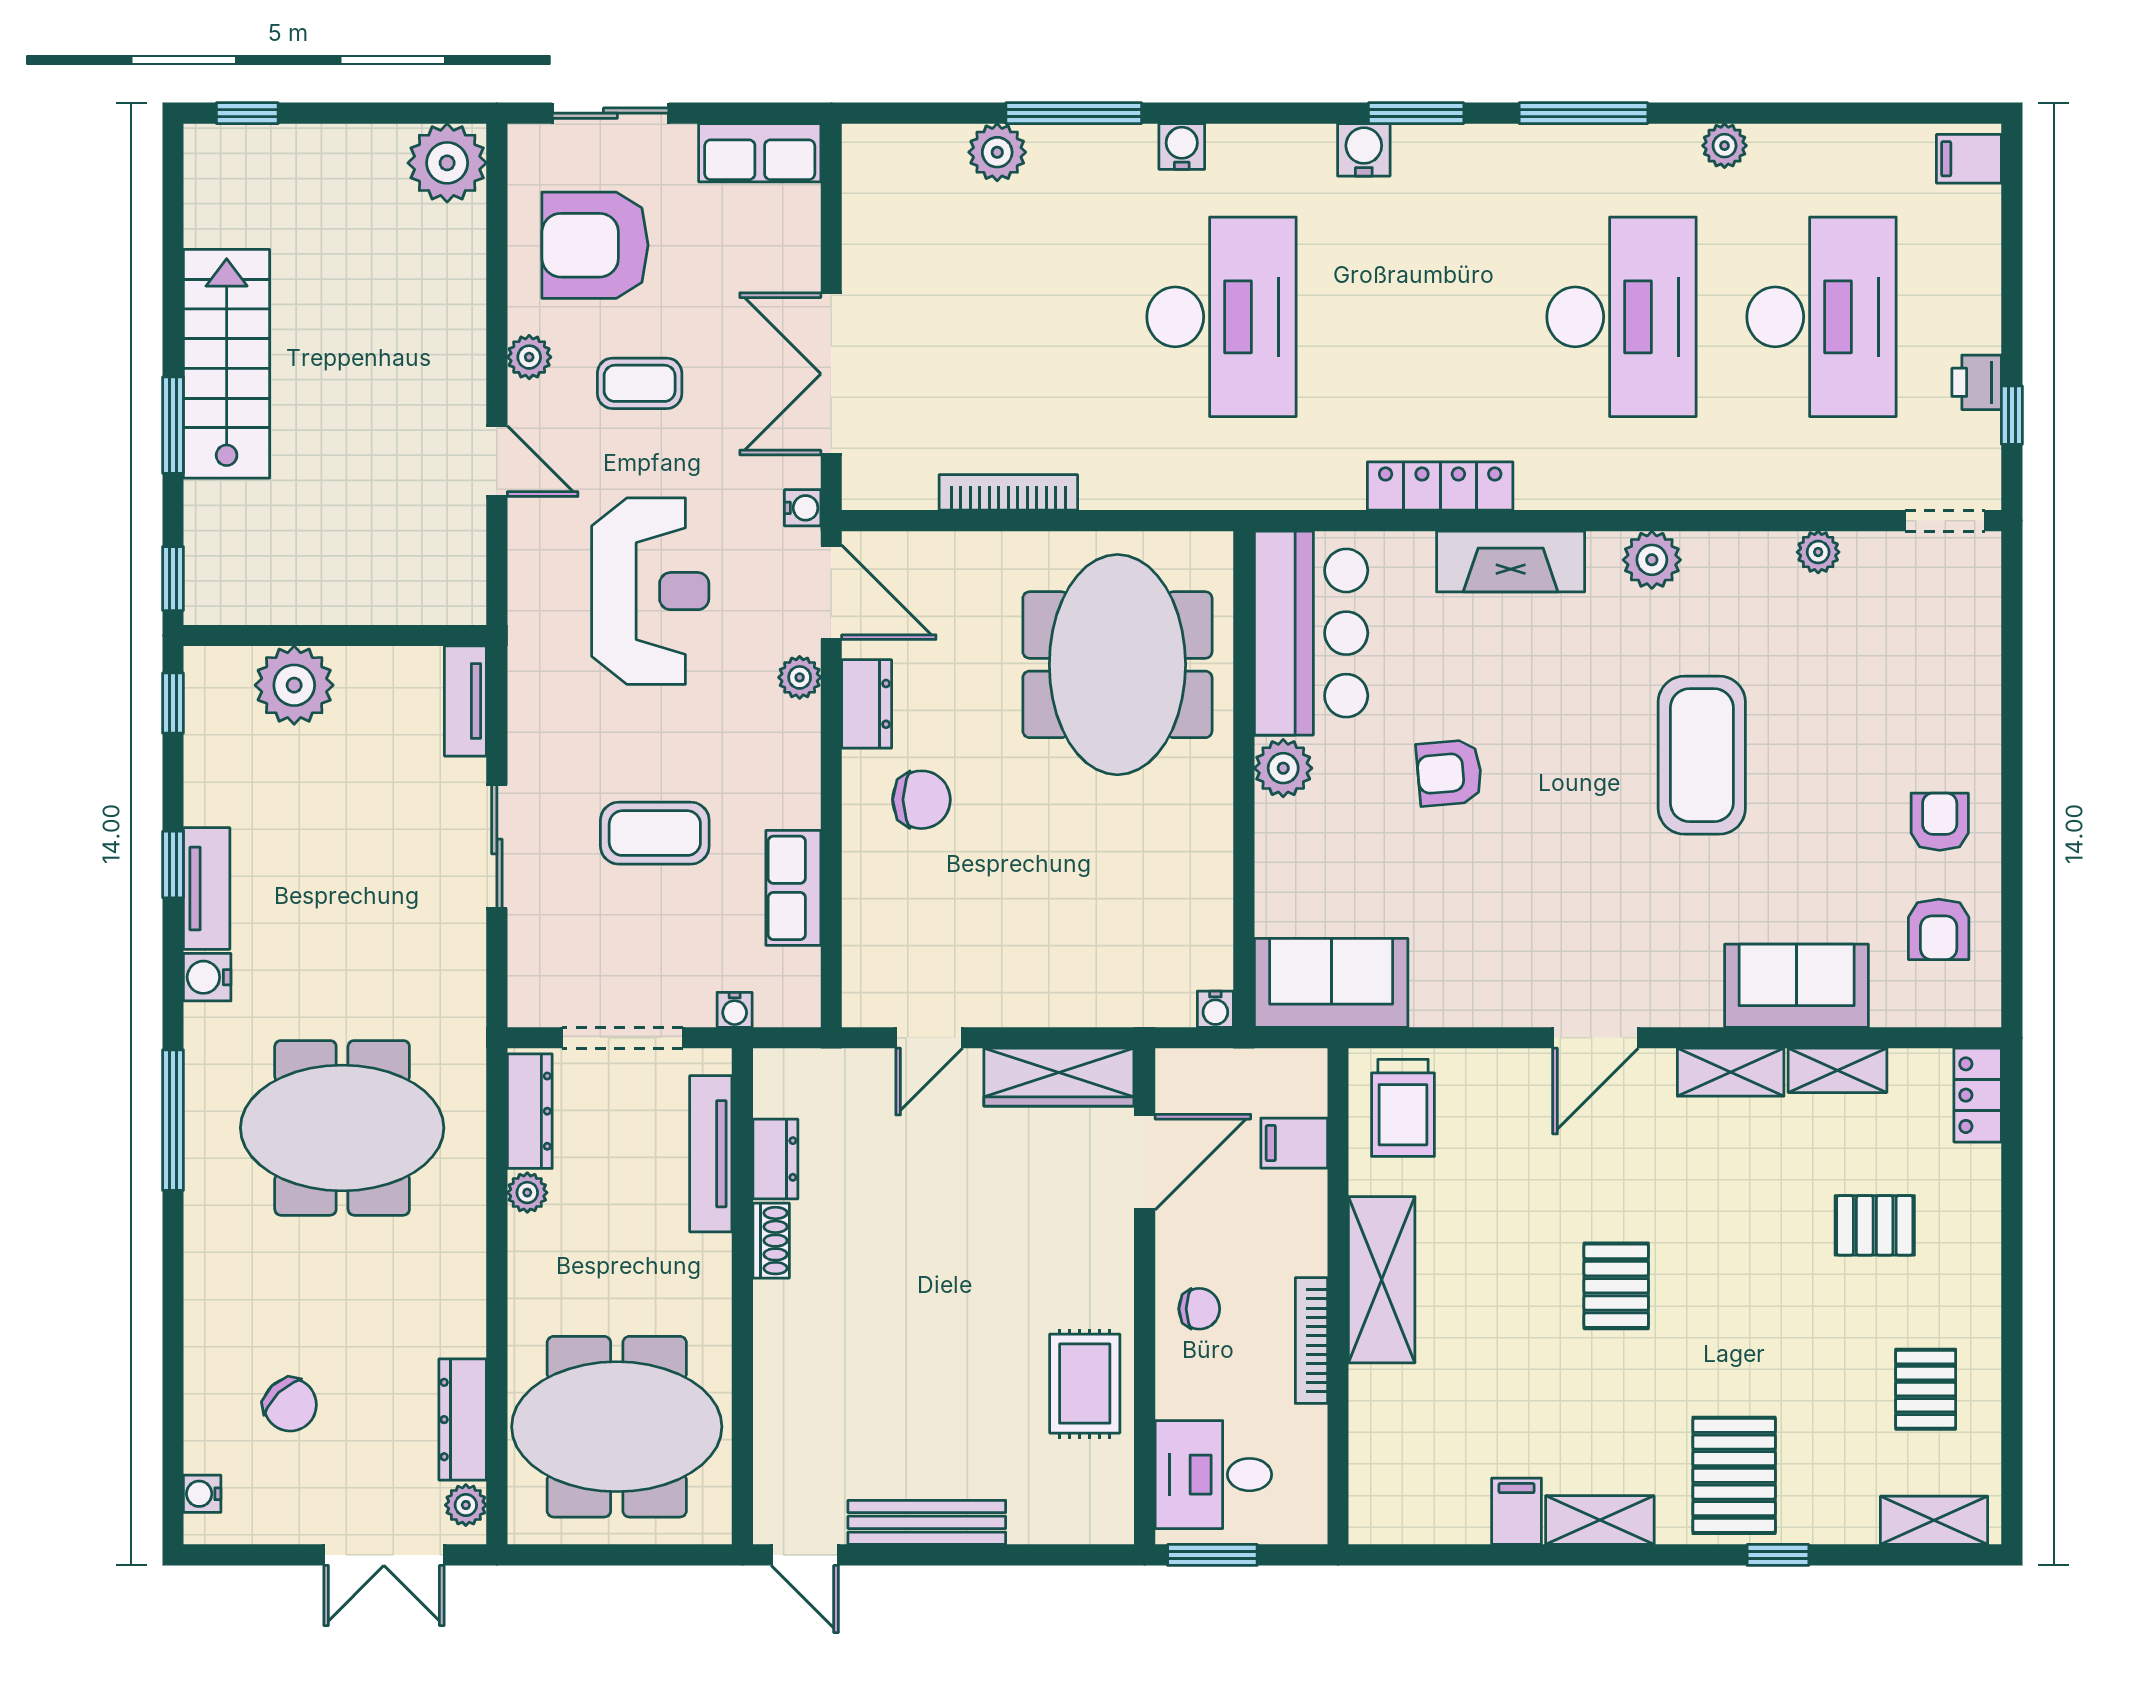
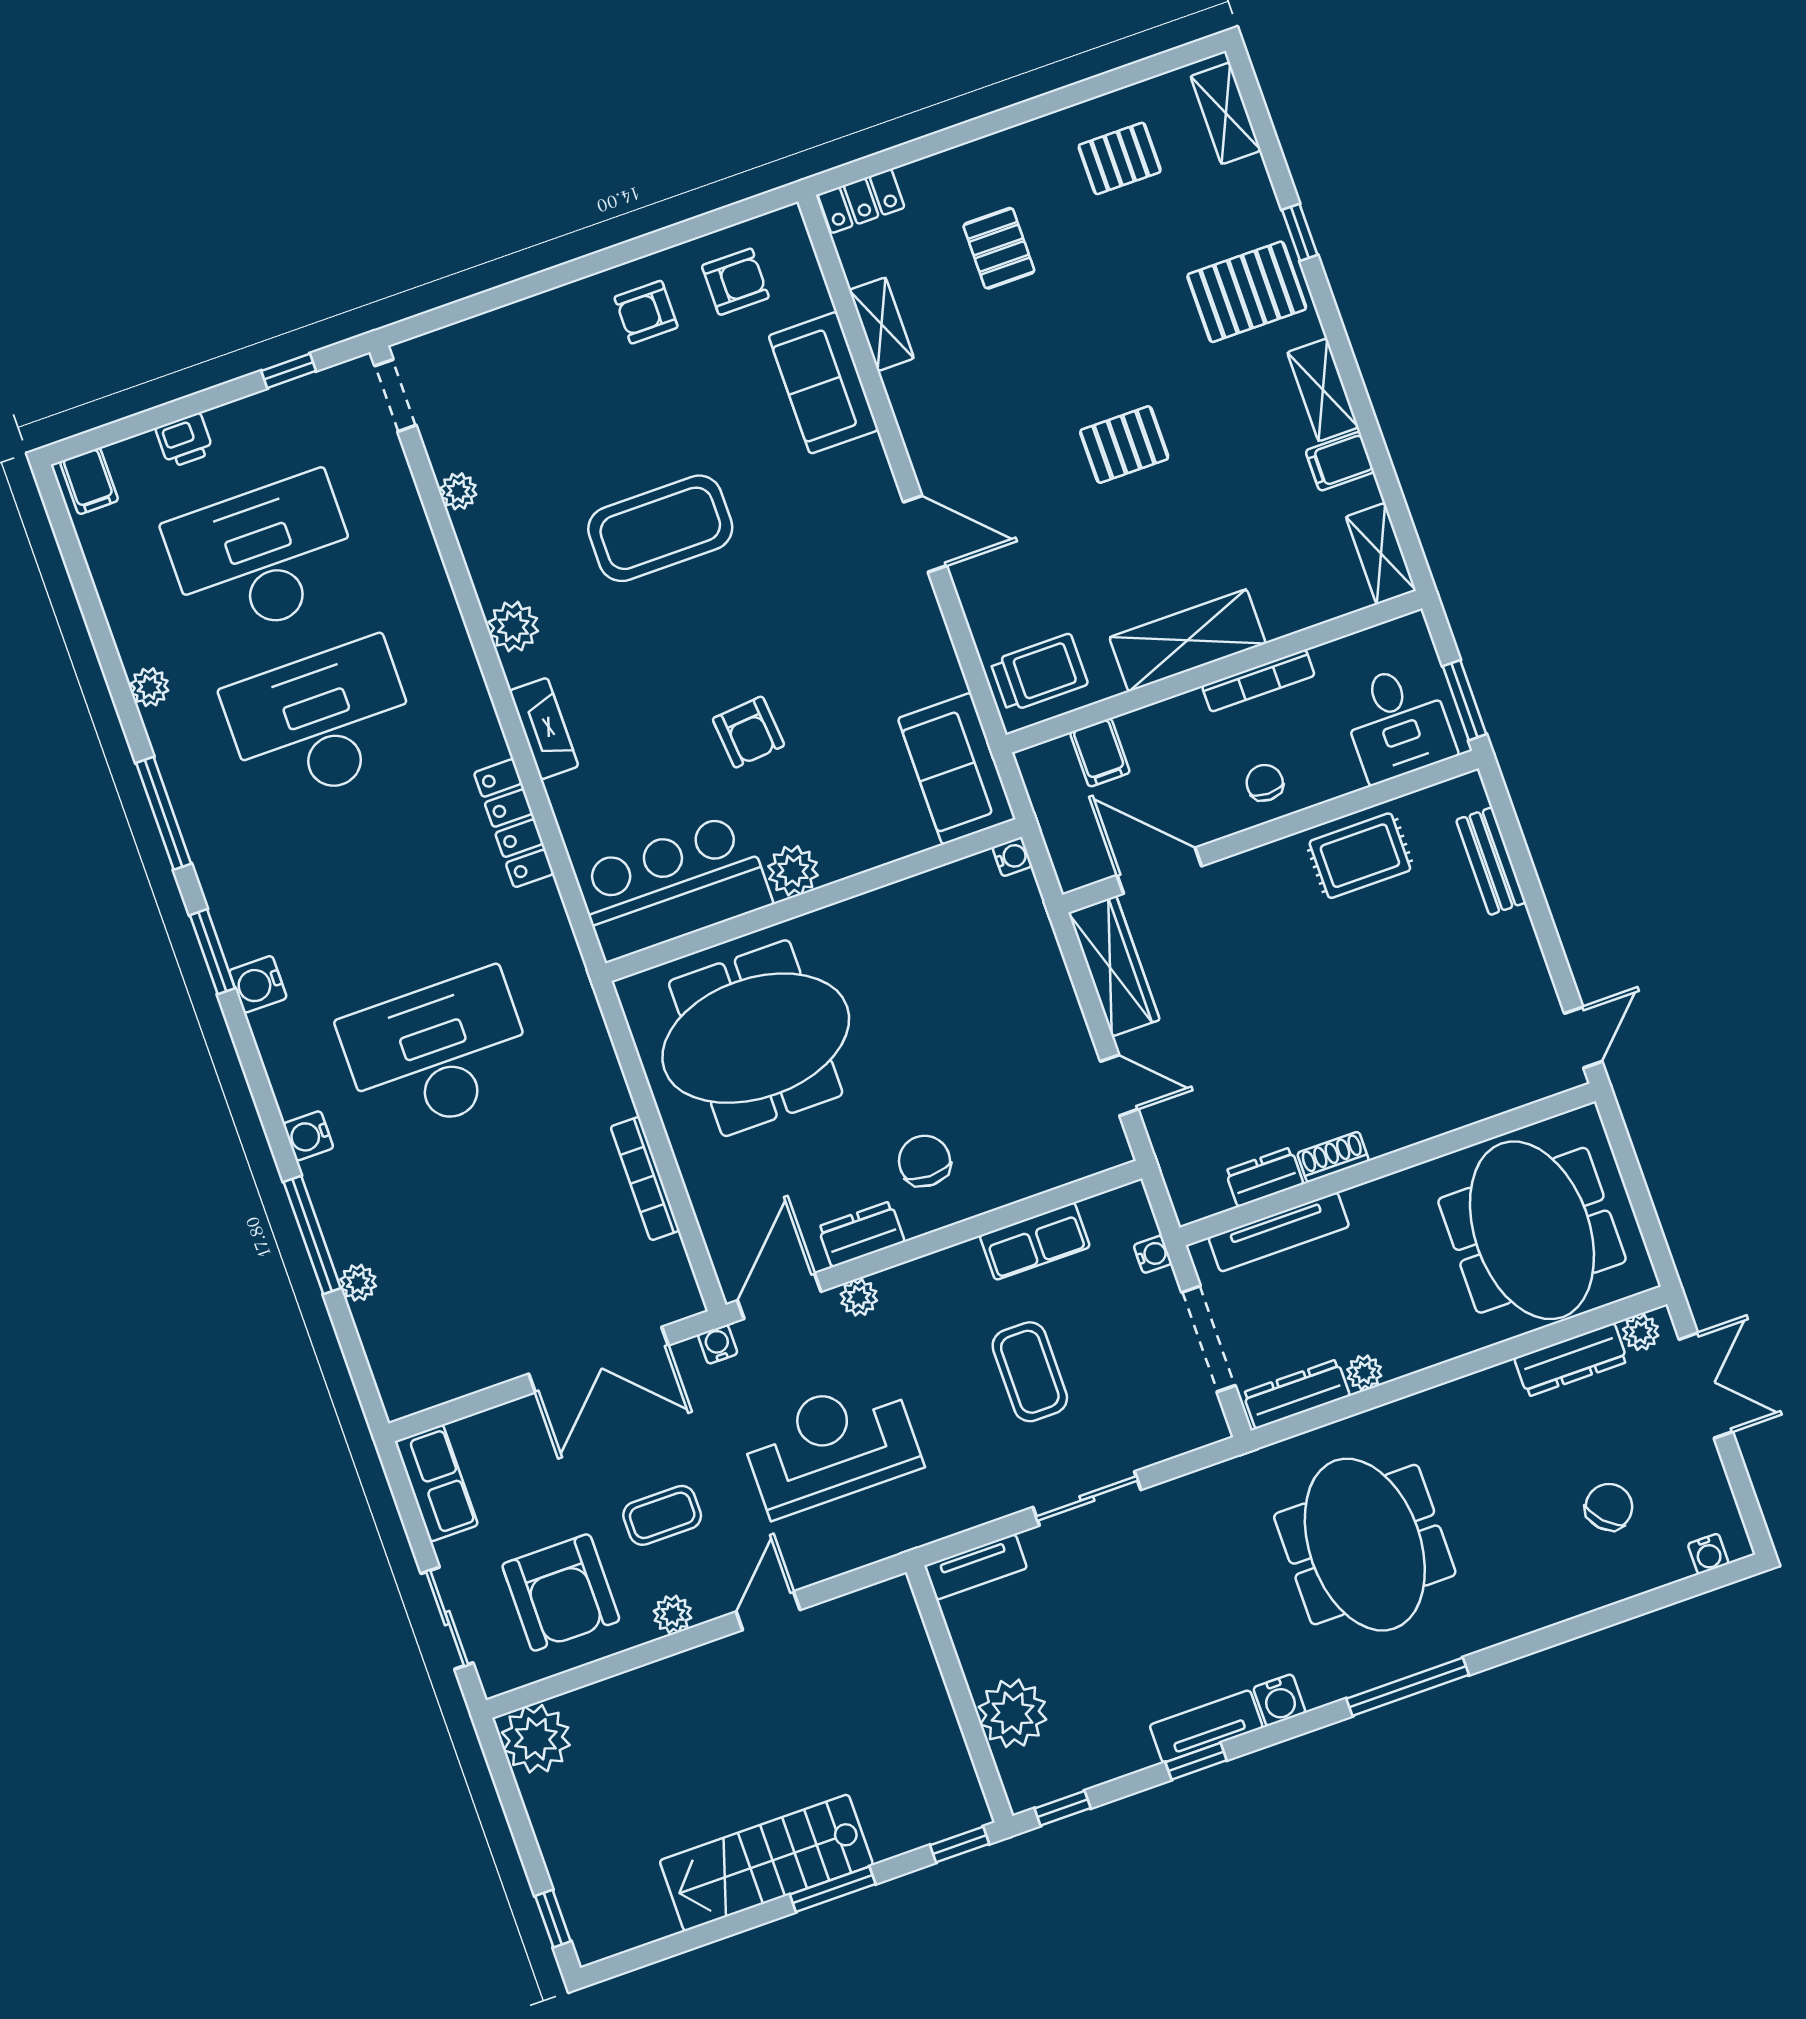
plant: (997, 152) -> (358, 1283), width x0.73, depth x0.73
printer: (1977, 382) -> (185, 440), moved
coffee table: (640, 383) -> (662, 1515), turned 90
fireplace: (1511, 561) -> (544, 729), width x0.73, depth x0.76
shelving: (1731, 1072) -> (1381, 554), moved
bench: (927, 1522) -> (1491, 861), moved, width x0.73

